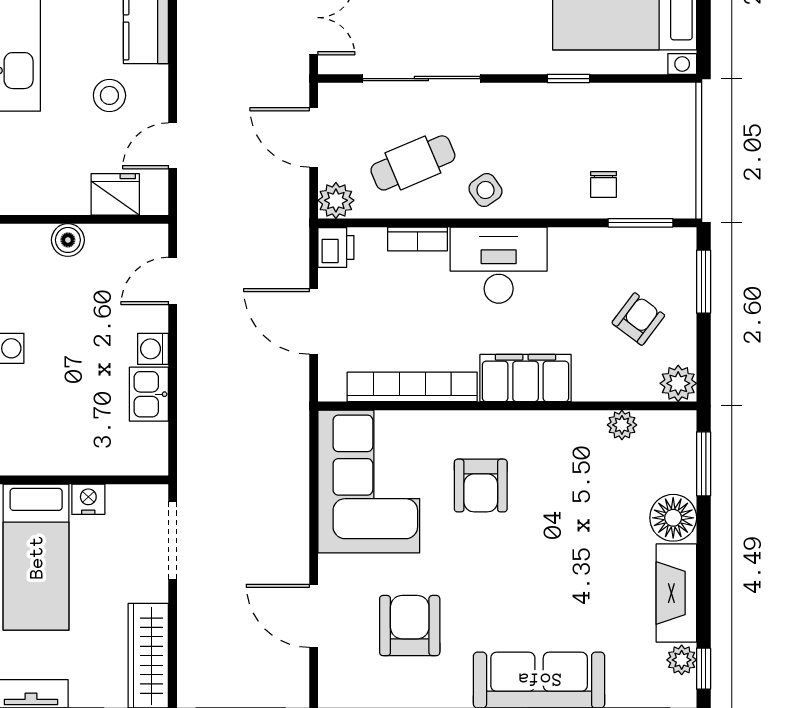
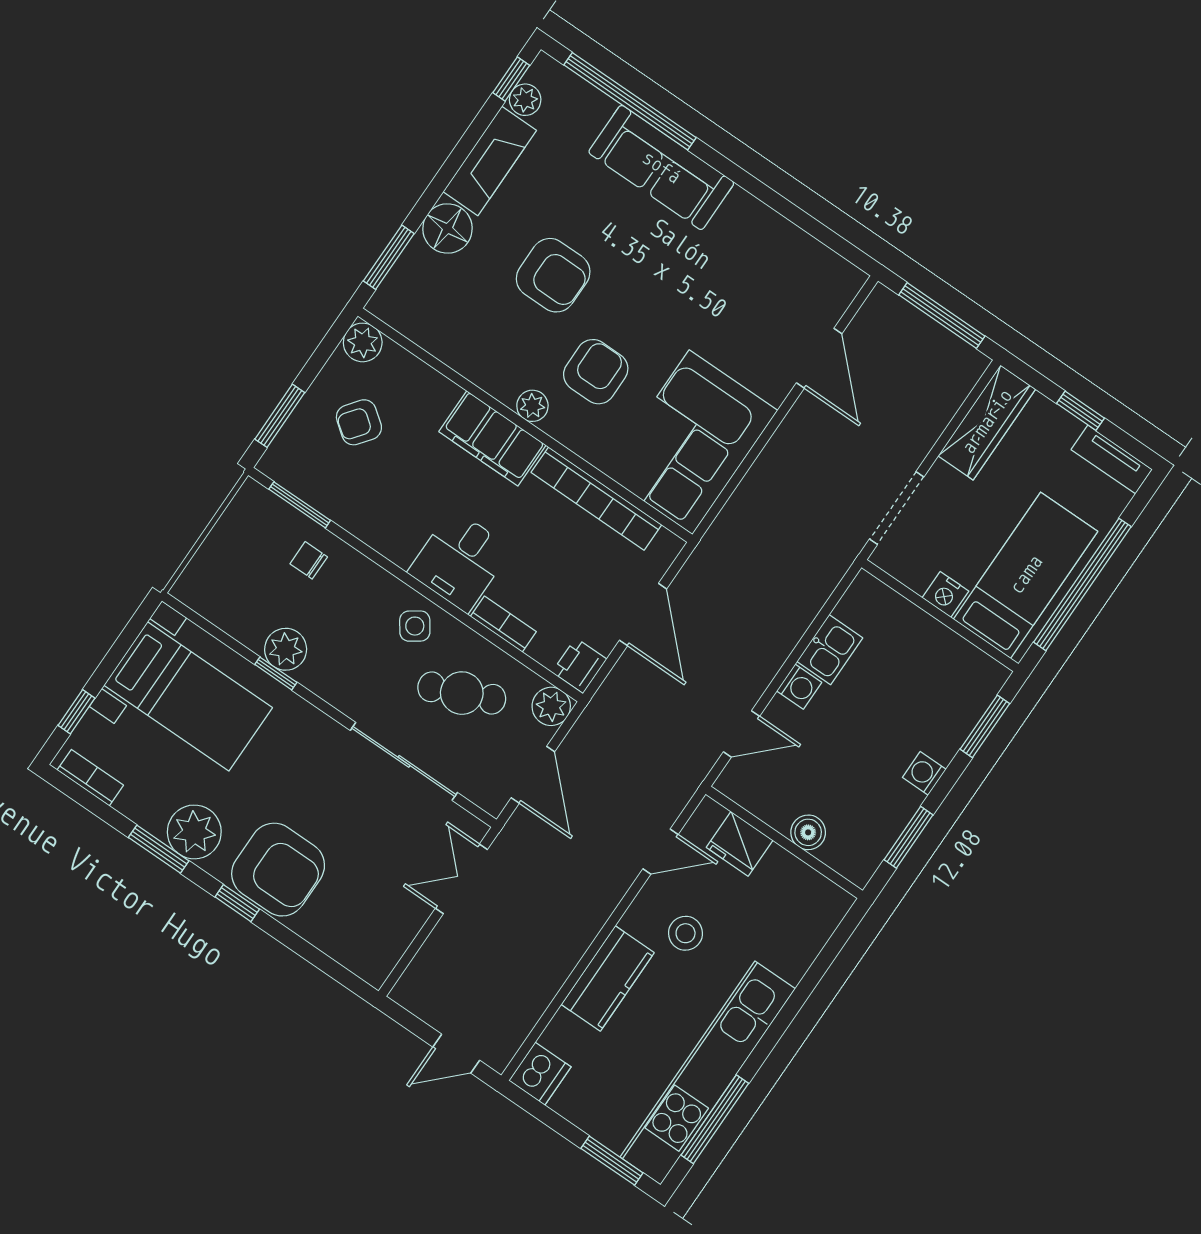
plant: (574, 103) -> (286, 649), added
chair: (604, 184) -> (309, 560), turned -90
desk: (499, 265) -> (460, 561), width x0.73
plant: (622, 425) -> (532, 406), moved
armchair: (410, 626) -> (553, 275), moved, turned -90

